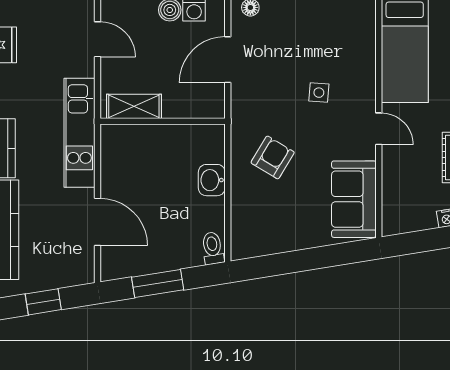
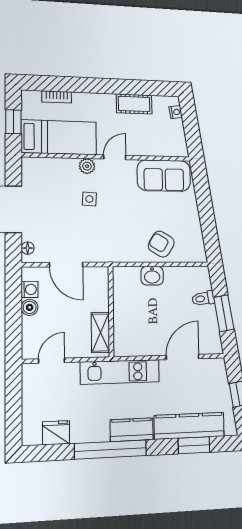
plant: (365, 90) -> (87, 166), added
armchair: (273, 157) -> (161, 244), moved
toilet: (213, 248) -> (203, 298), moved

